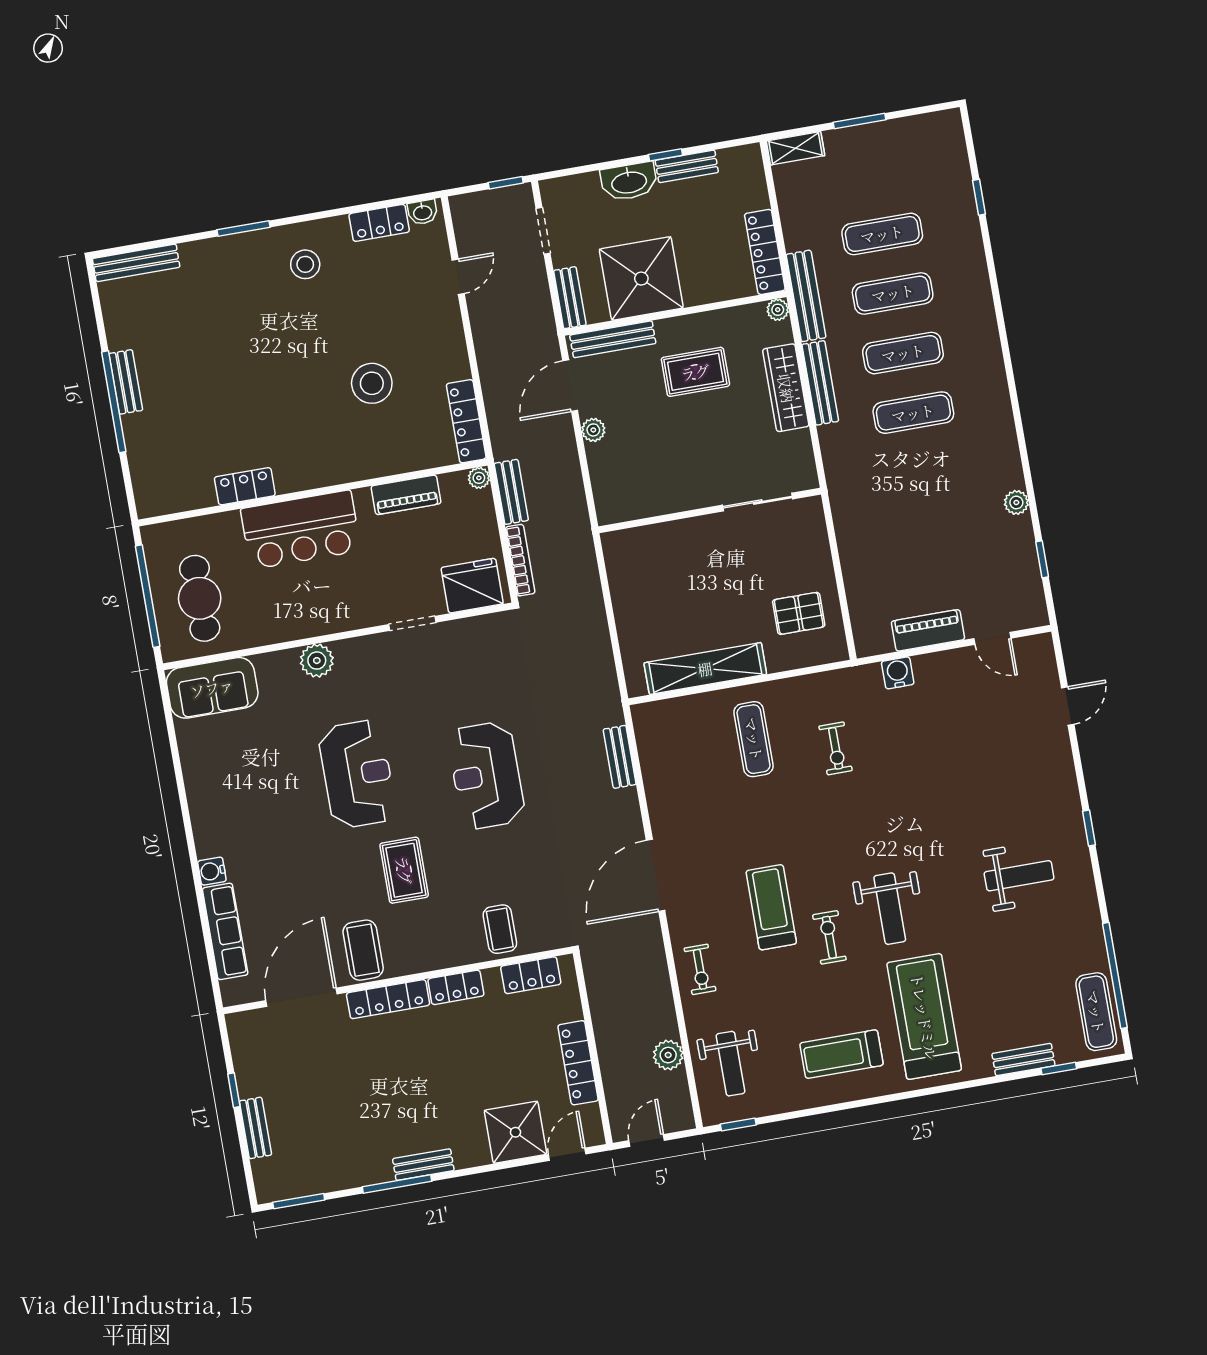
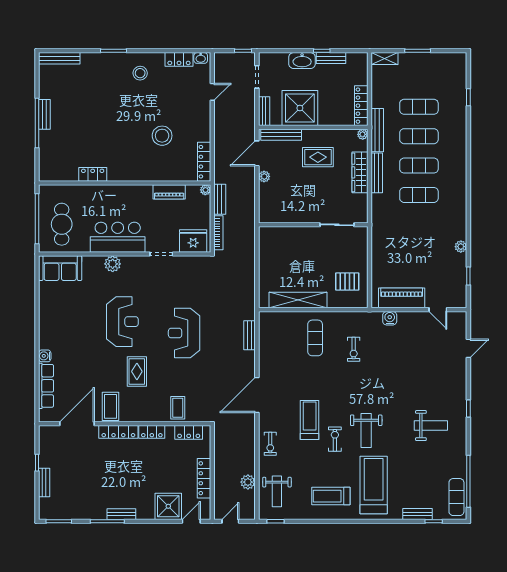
bar counter: (301, 530) -> (118, 237), moved, turned 180
piano: (928, 630) -> (402, 298), width x1.37, depth x1.33

